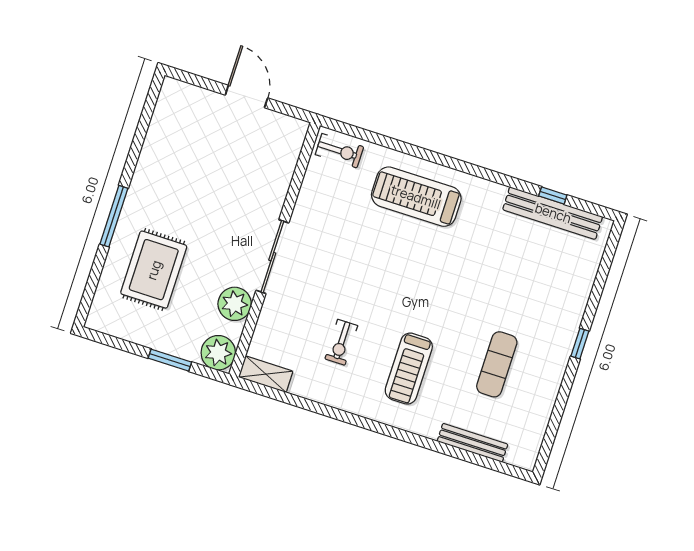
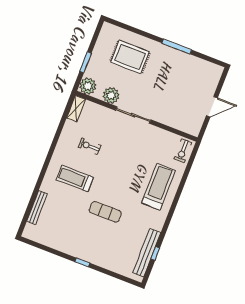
window: (114, 216) -> (177, 46), moved
exercise mat: (497, 364) -> (105, 212), moved

